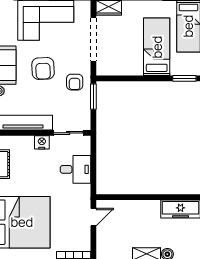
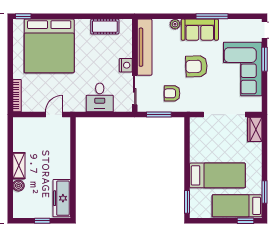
armchair: (75, 82) -> (172, 93), moved
window: (93, 97) -> (159, 115), moved
door: (93, 217) -> (54, 115), swing flipped

